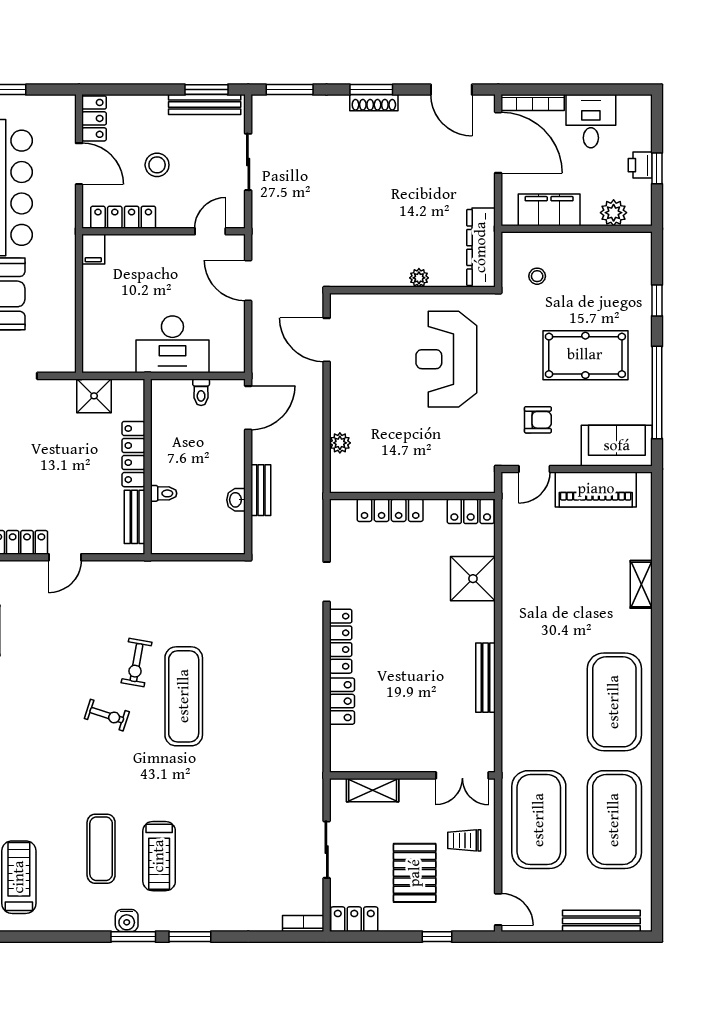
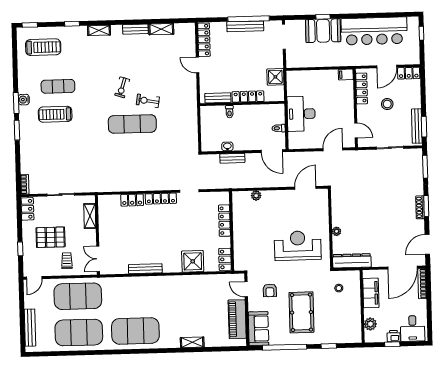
desk: (591, 121) -> (413, 328), moved, turned 90

